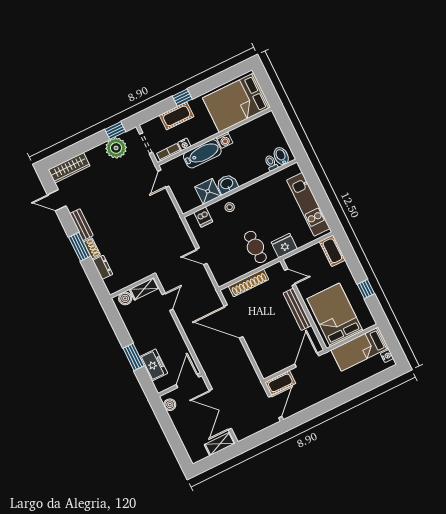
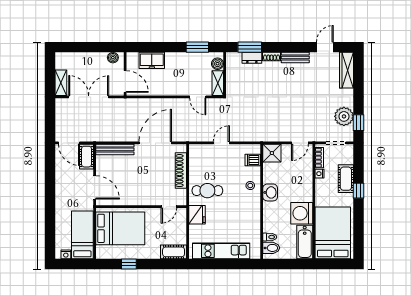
washing machine: (225, 140) -> (302, 213), width x1.89, depth x1.89
bathtub: (202, 154) -> (305, 242), moved
door: (163, 179) -> (300, 143), swing flipped
shower: (208, 191) -> (272, 153), moved
window: (80, 247) -> (250, 47), moved
bench: (297, 309) -> (115, 149), moved
window: (134, 357) -> (197, 47), moved

